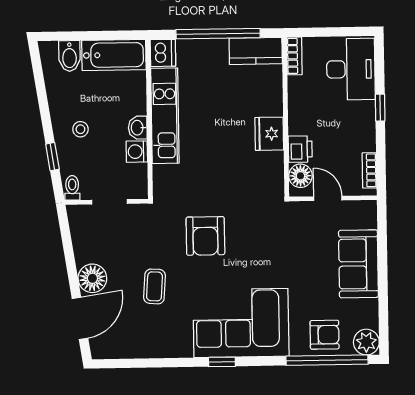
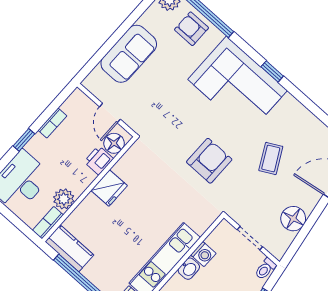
plant: (300, 89) -> (64, 199), added
bookcase: (369, 170) -> (52, 123), moved
floor lamp: (92, 278) -> (293, 219), moved
coffee table: (155, 286) -> (271, 158), turned -32

